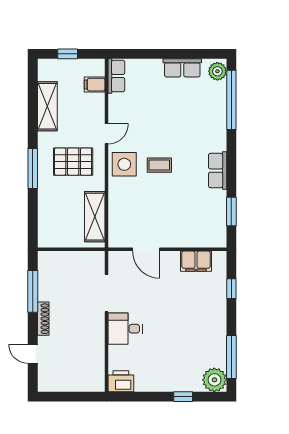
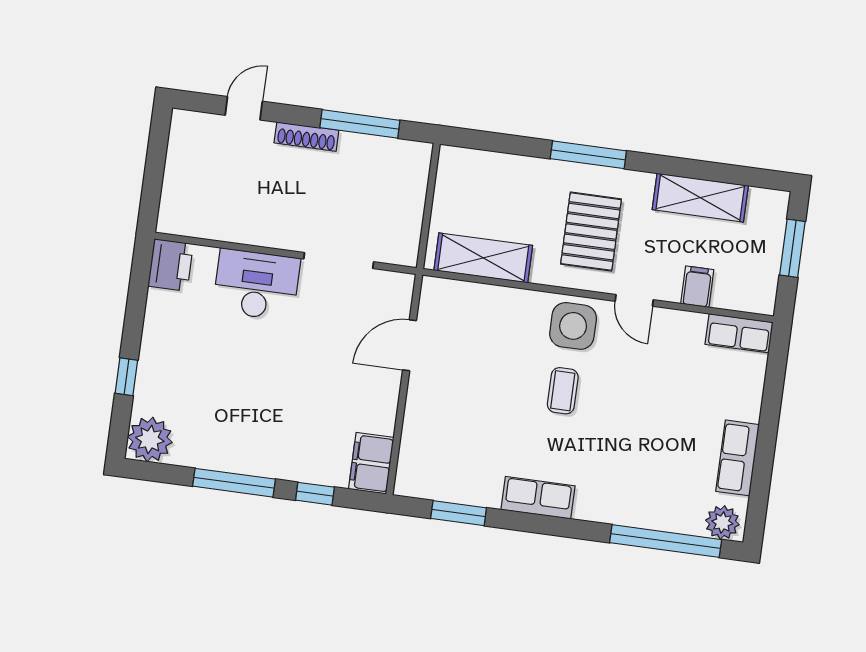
window: (68, 54) -> (792, 248), width x1.50
filing cabinet: (95, 85) -> (697, 287), moved
filing cabinet: (196, 261) -> (371, 463), moved
desk: (125, 329) -> (256, 285), width x1.37
window: (231, 357) -> (234, 483), moved

